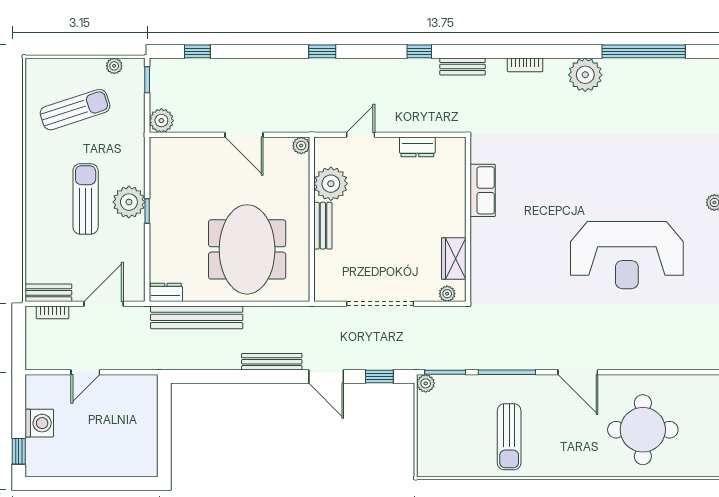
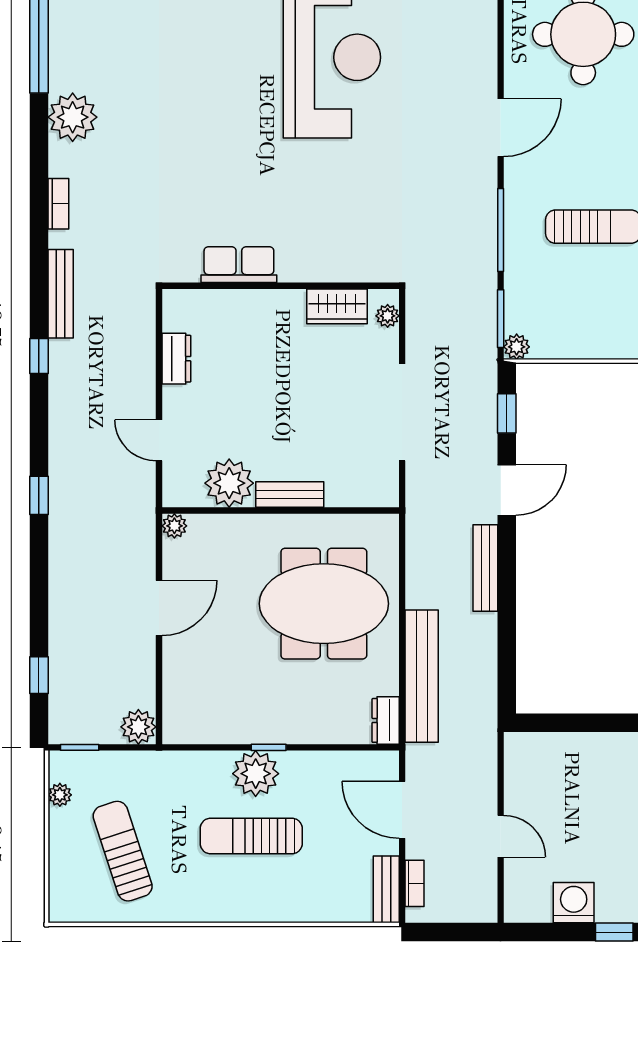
bench: (462, 66) -> (61, 294), width x1.36

